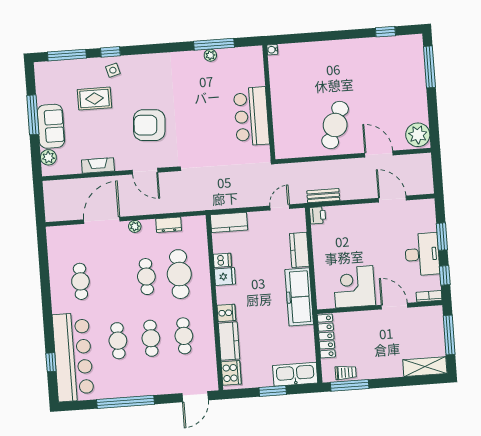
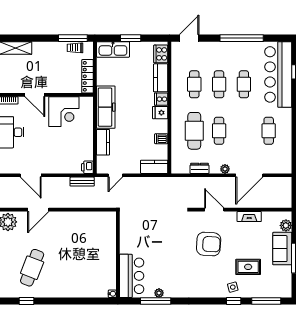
bar counter: (251, 116) -> (132, 276), moved
cafe table: (335, 125) -> (32, 268), moved
door: (379, 154) -> (38, 210), hinge flipped
fridge: (225, 277) -> (160, 113), moved

